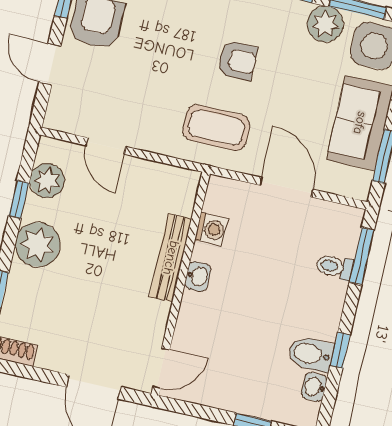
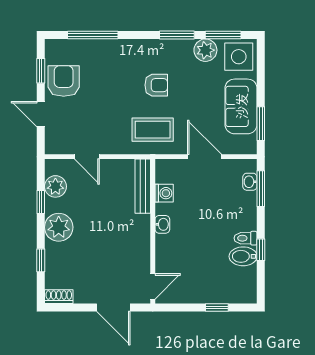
bench: (171, 258) -> (143, 186), moved
toilet: (335, 267) -> (246, 238), moved
washbasin: (314, 387) -> (250, 182), moved

